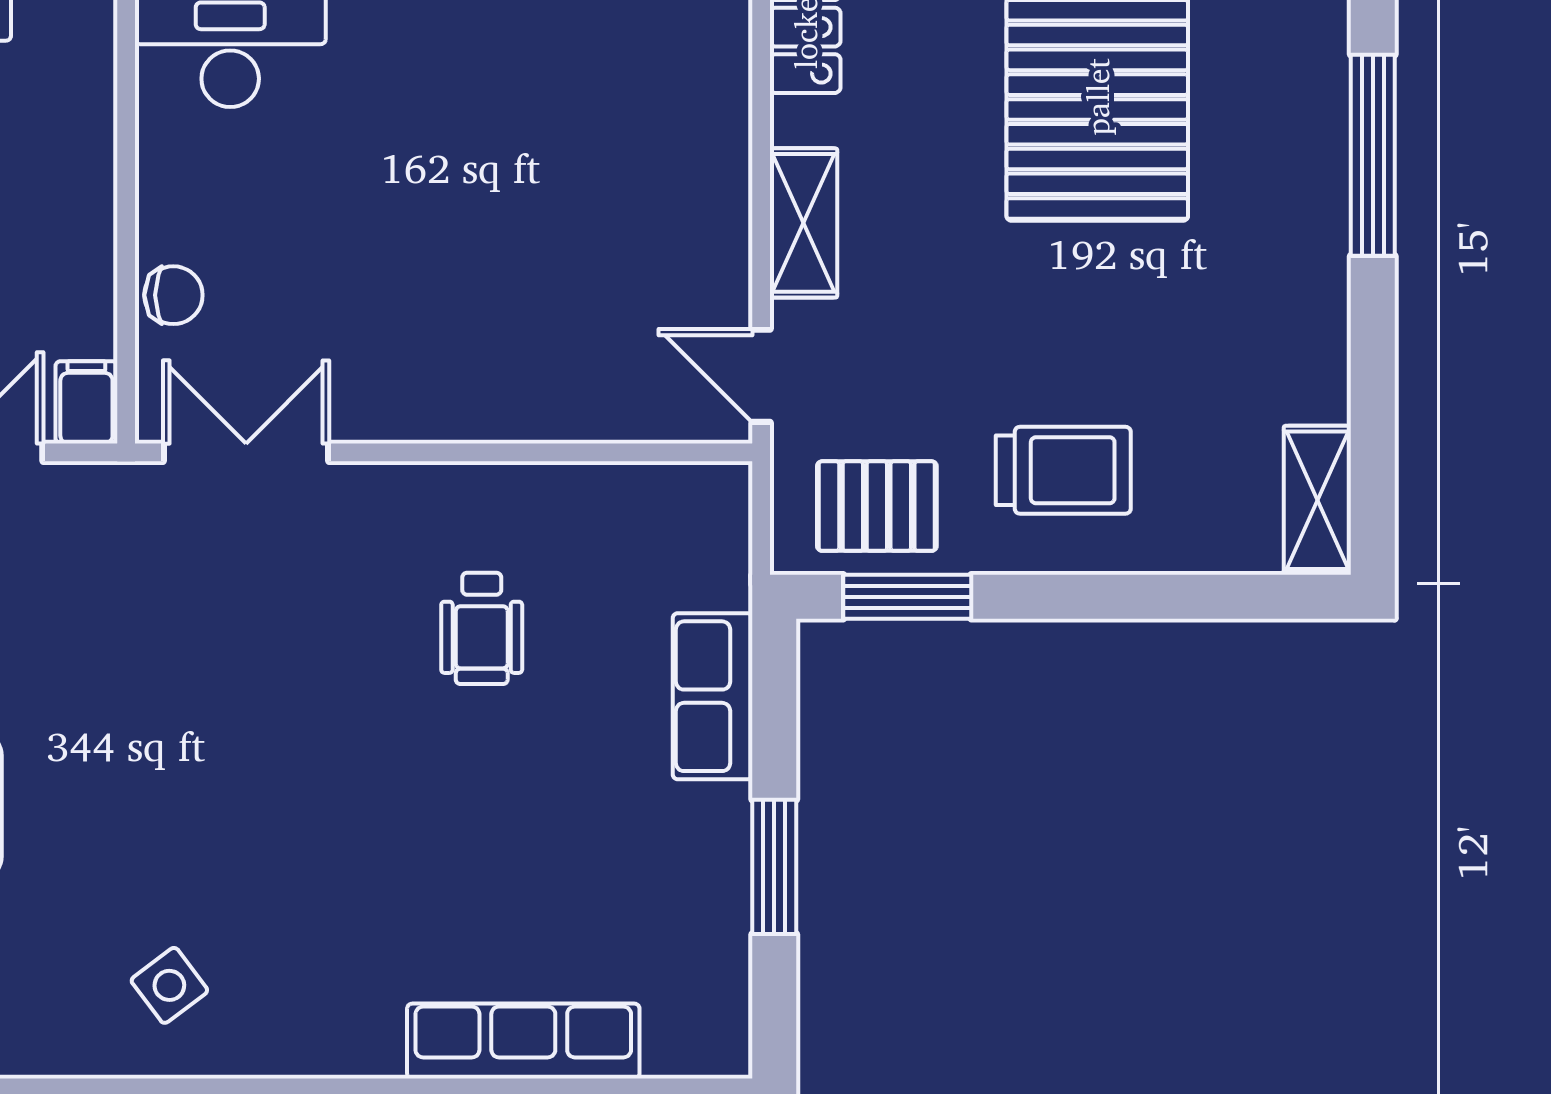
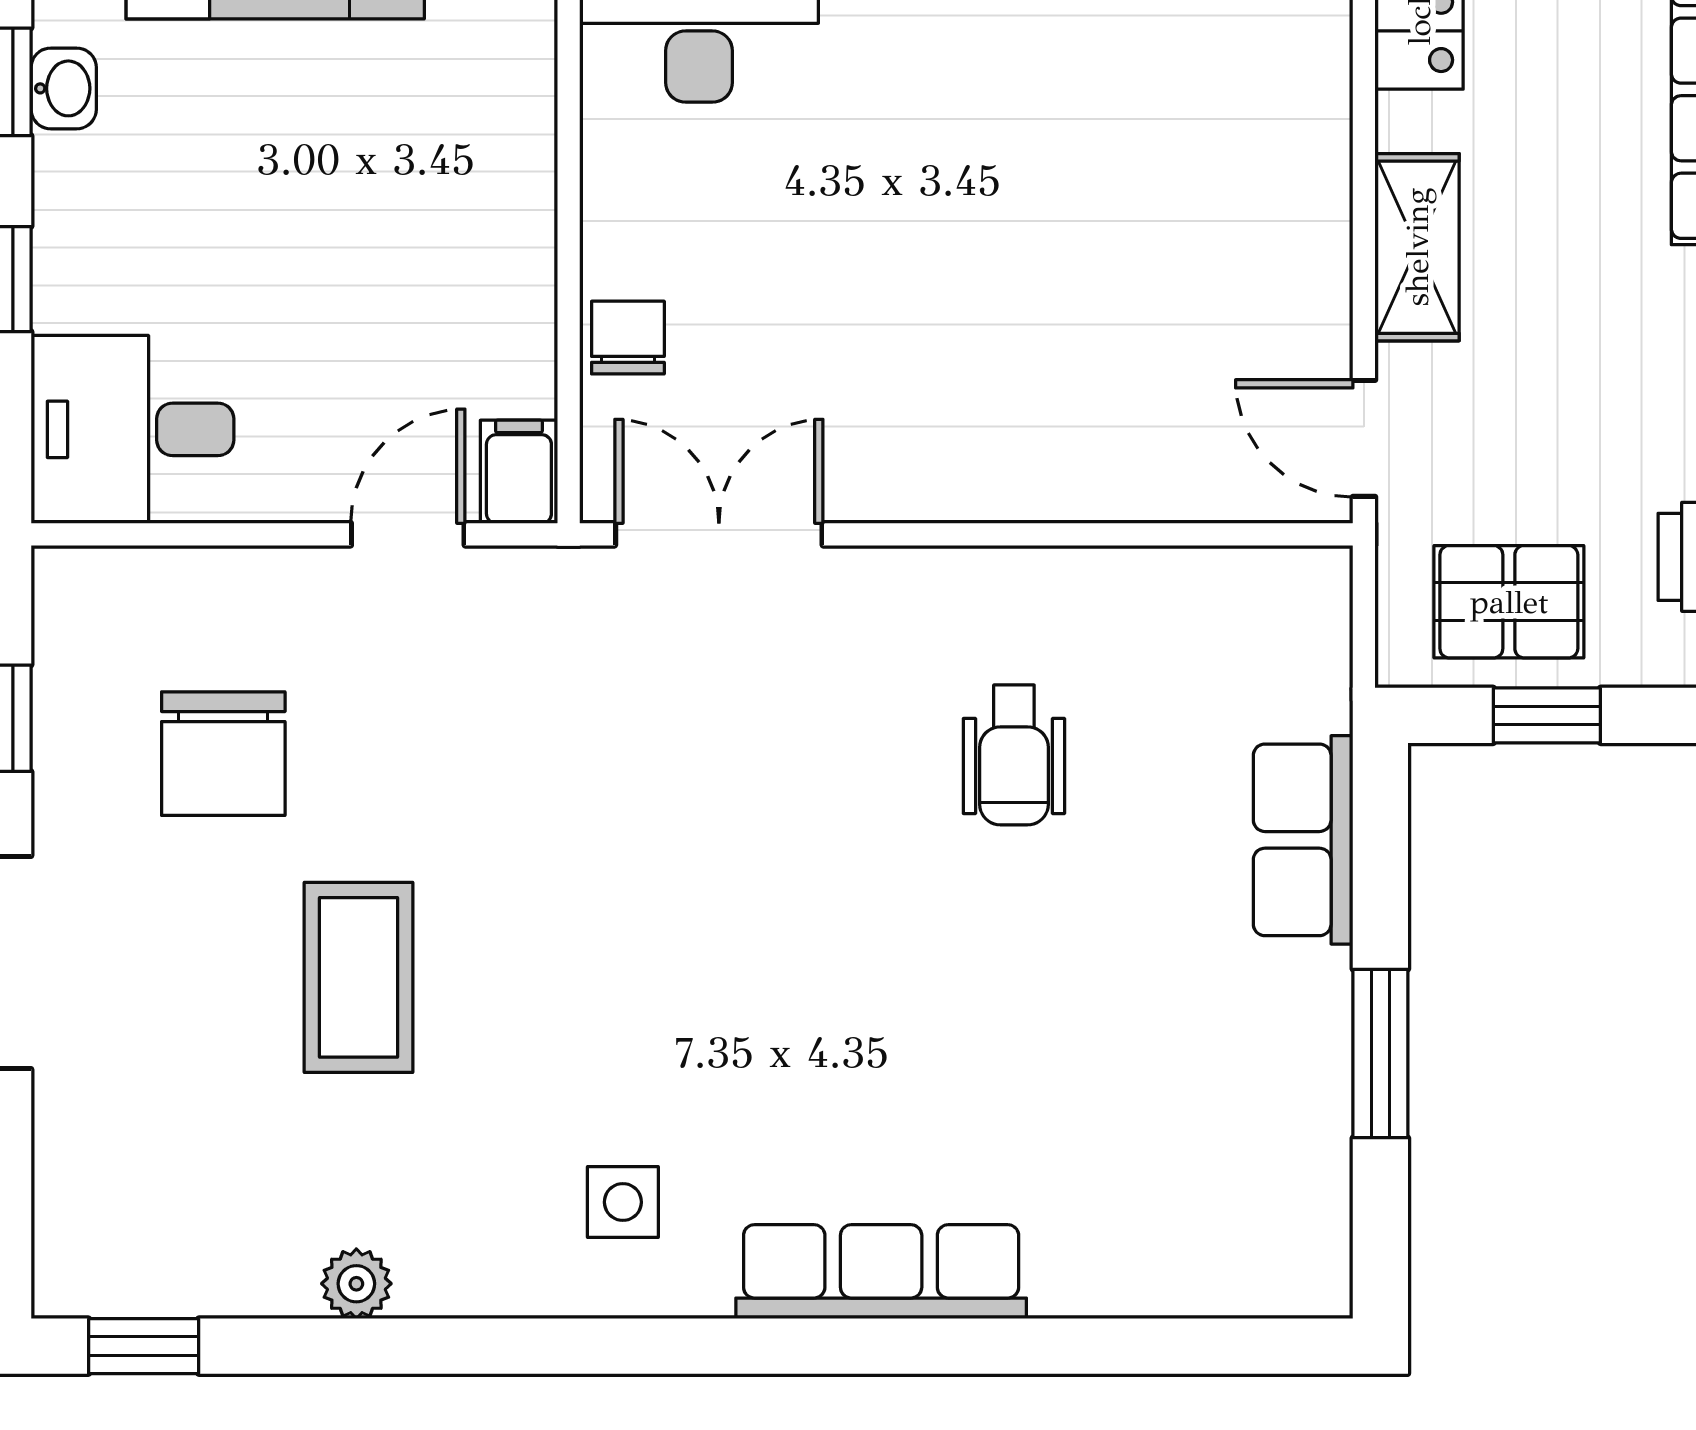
chair: (173, 295) -> (628, 338), turned -90
window: (907, 597) -> (1547, 715), width x0.67
side table: (169, 985) -> (623, 1202), turned 37
row of seats: (523, 1041) -> (881, 1272), moved

